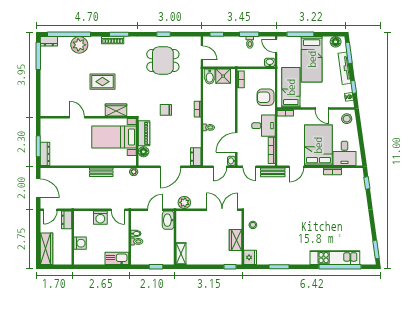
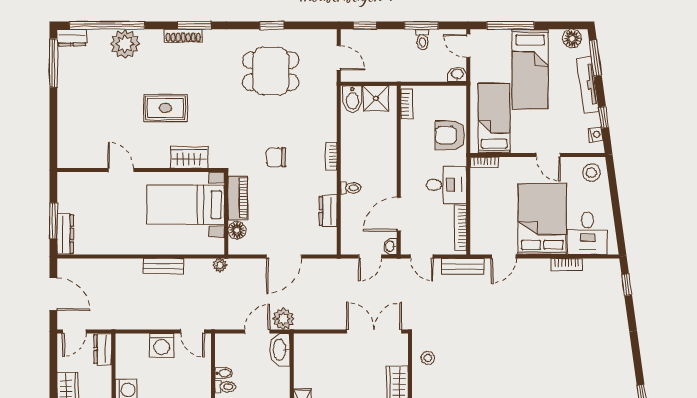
dresser: (196, 157) -> (328, 211), moved
plant: (184, 202) -> (283, 319), moved

